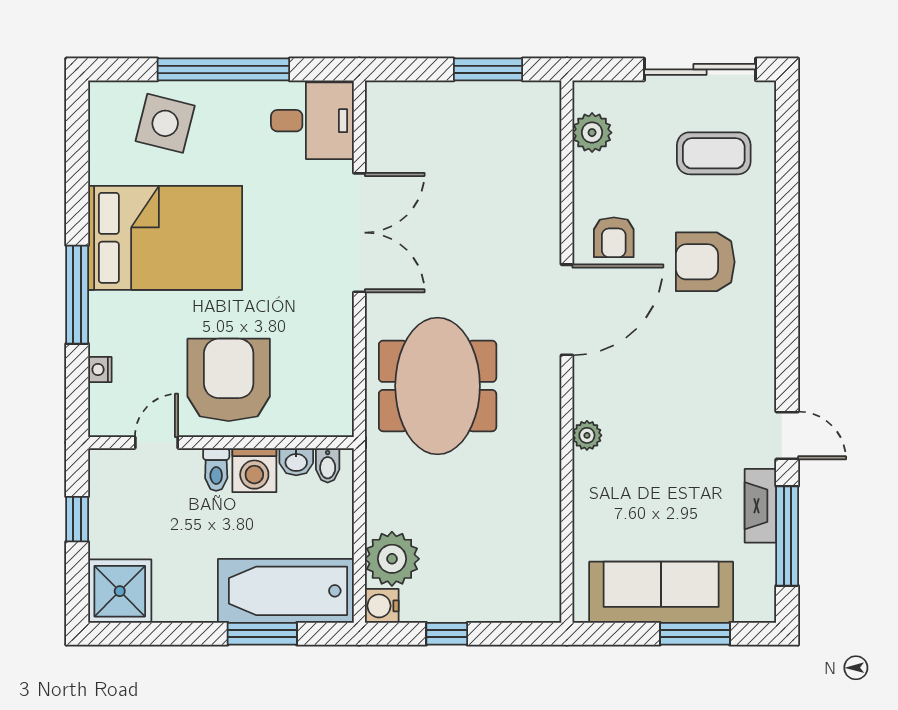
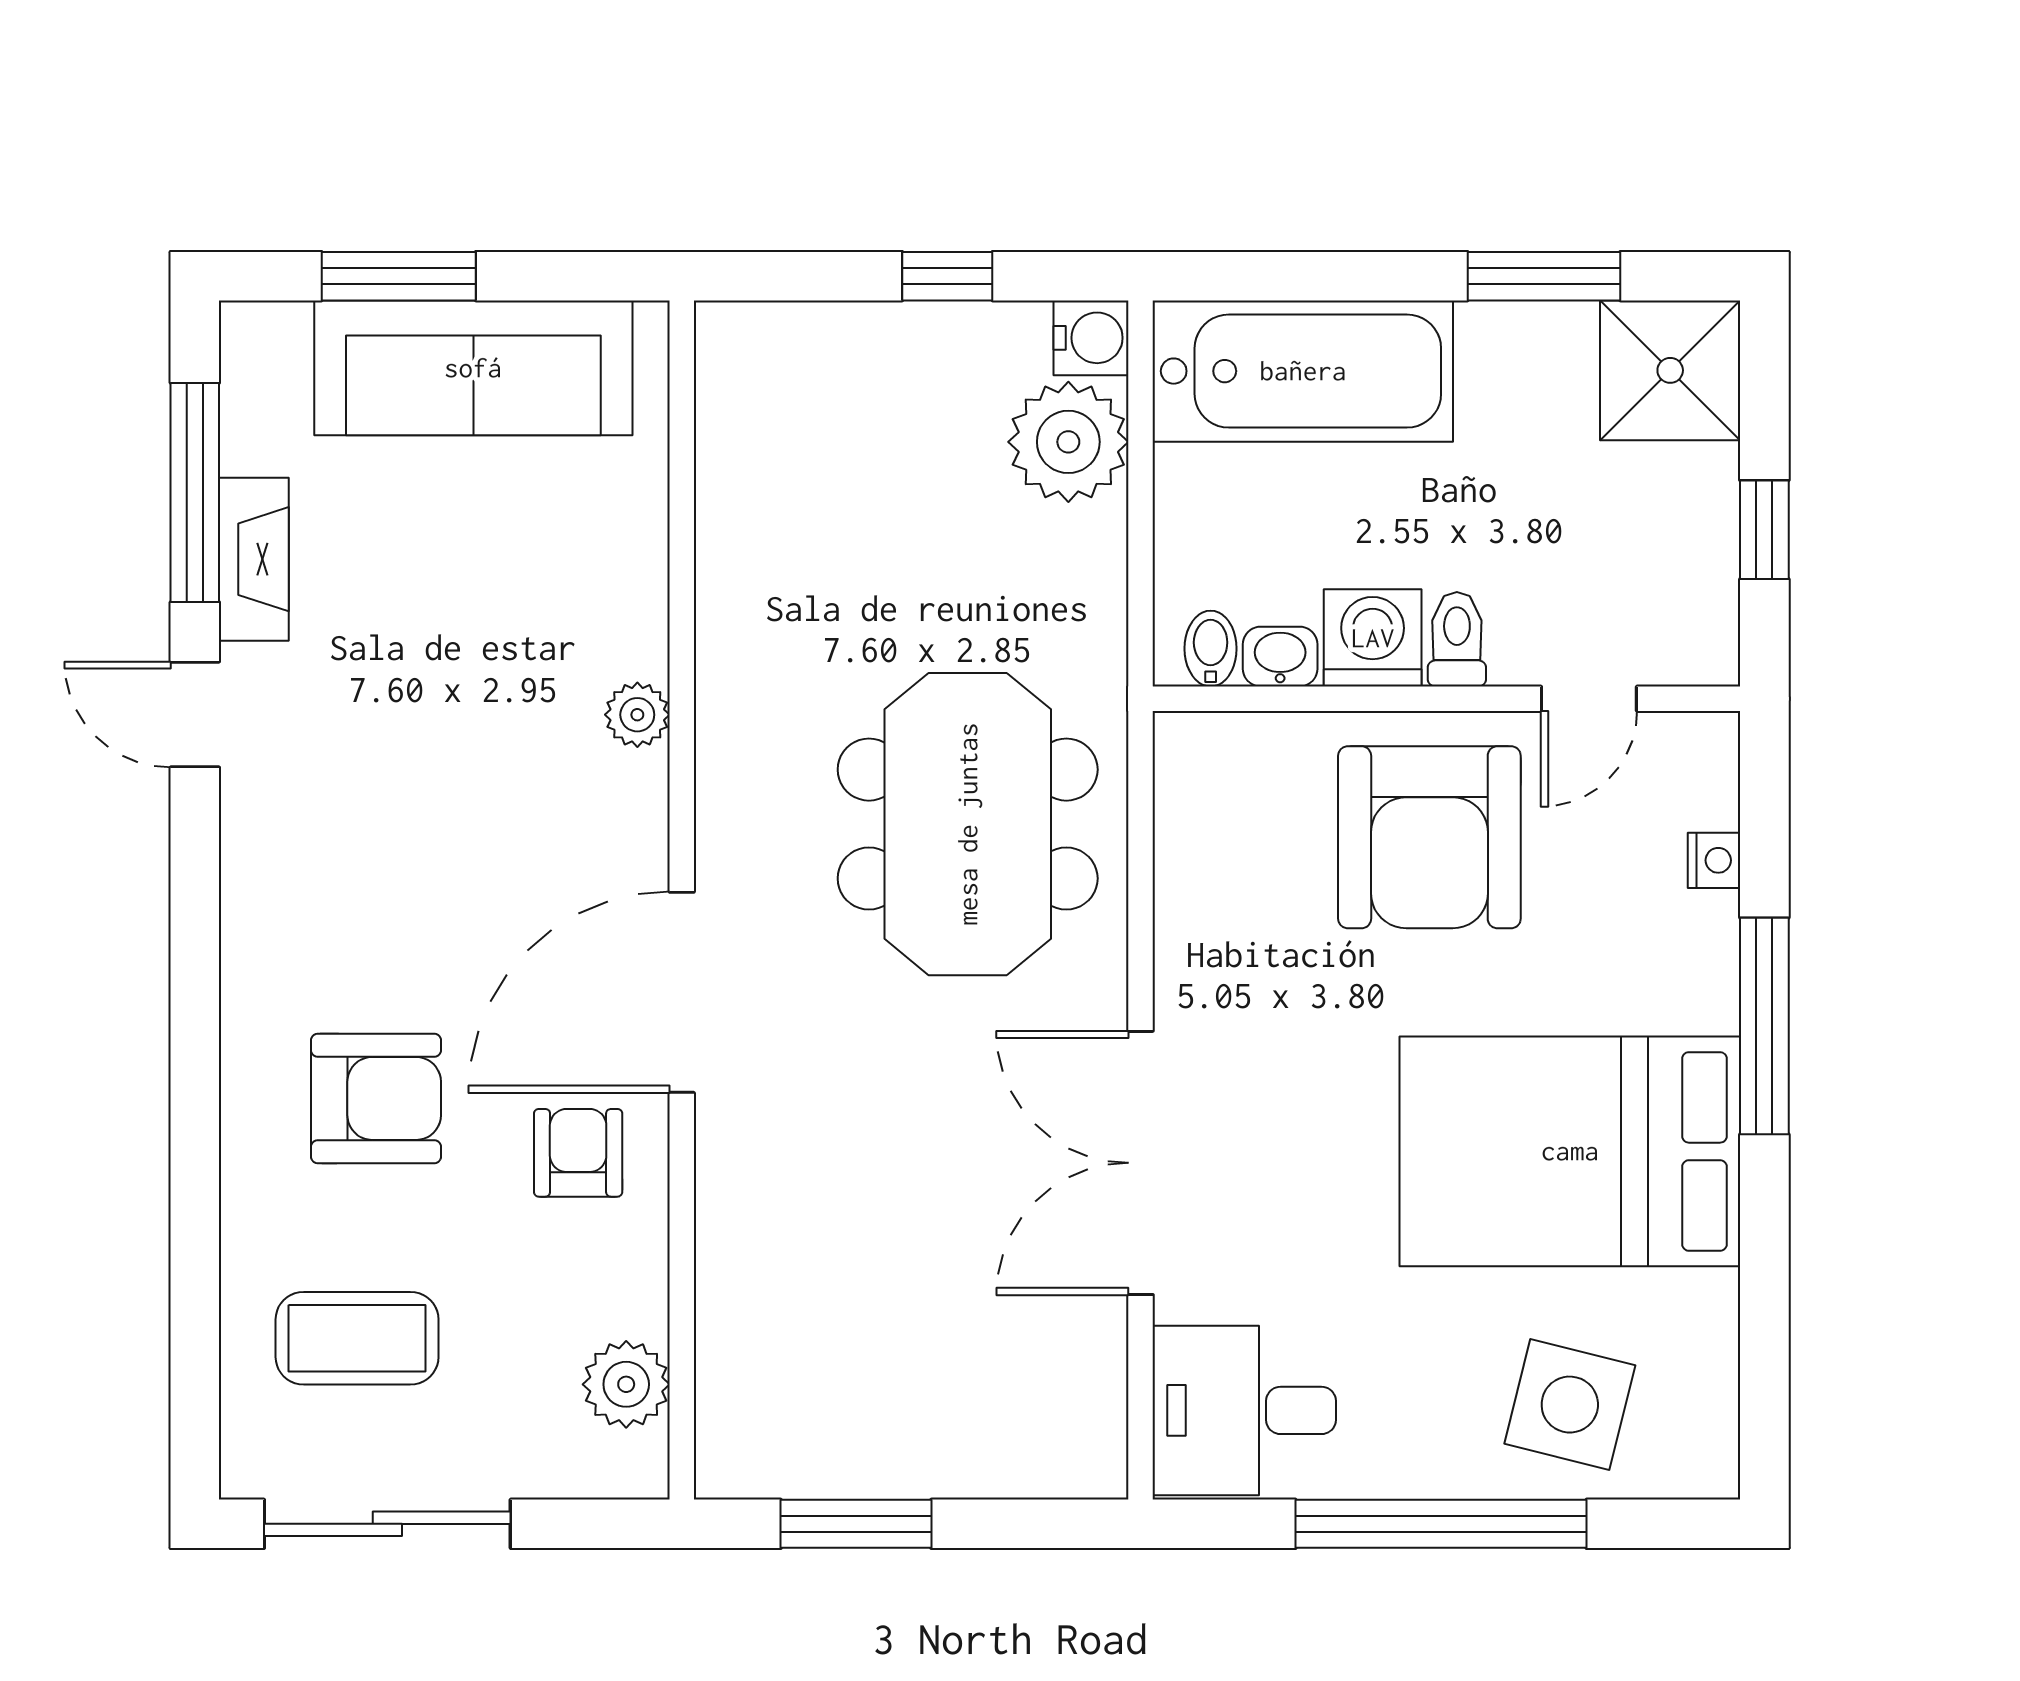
window: (262, 634) -> (1544, 276), moved

